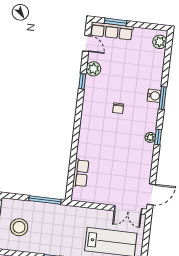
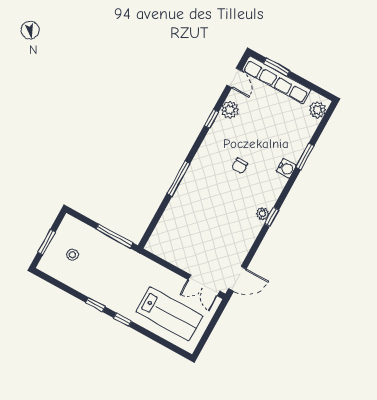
row of seats: (112, 31) -> (276, 80), width x1.36
window: (163, 98) -> (305, 157), moved
window: (76, 137) -> (178, 179), added
row of seats: (81, 173) -> (167, 222), removed
stool: (19, 227) -> (72, 255), width x0.53, depth x0.53

